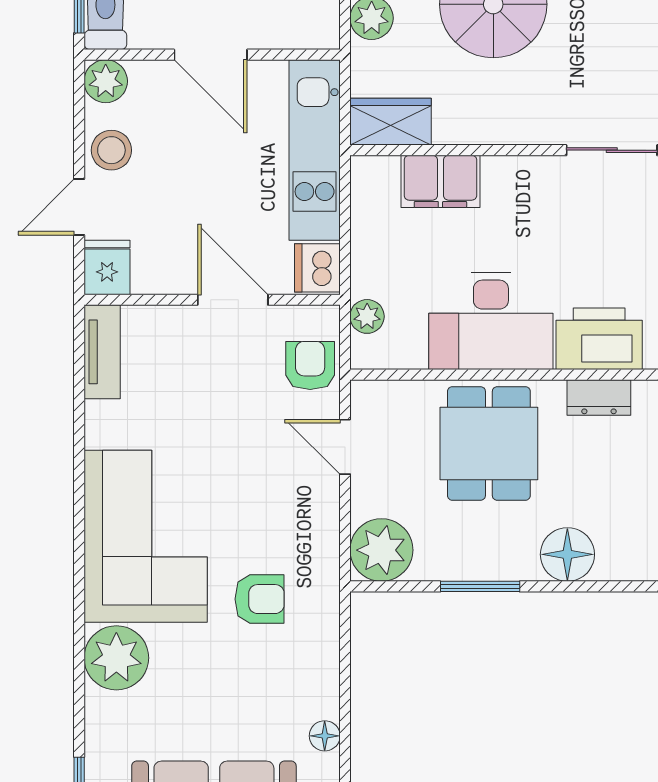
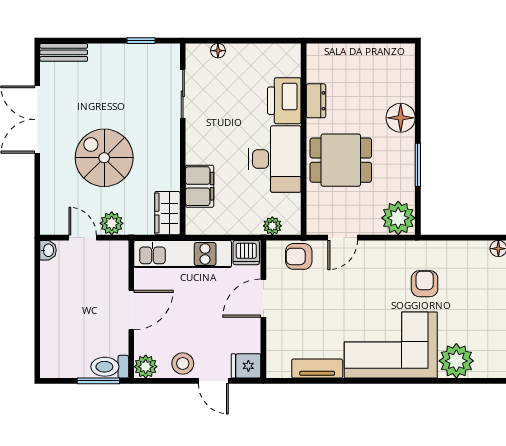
tv unit: (102, 352) -> (317, 368), moved

